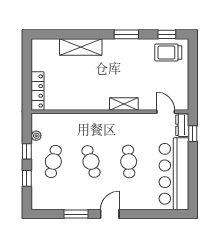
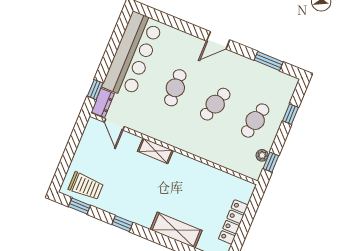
window: (126, 34) -> (122, 224), width x0.67
locker: (37, 91) -> (233, 222), moved
window: (27, 151) -> (271, 162), moved
cafe table: (91, 162) -> (215, 104), turned 36
window: (76, 214) -> (269, 61), moved

